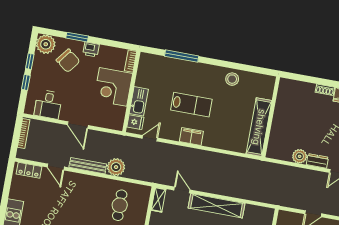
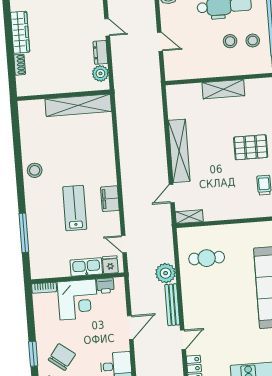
printer: (91, 49) -> (105, 286), moved, turned 90
wall: (271, 117) -> (64, 95), moved
shelving: (259, 127) -> (78, 105), moved

